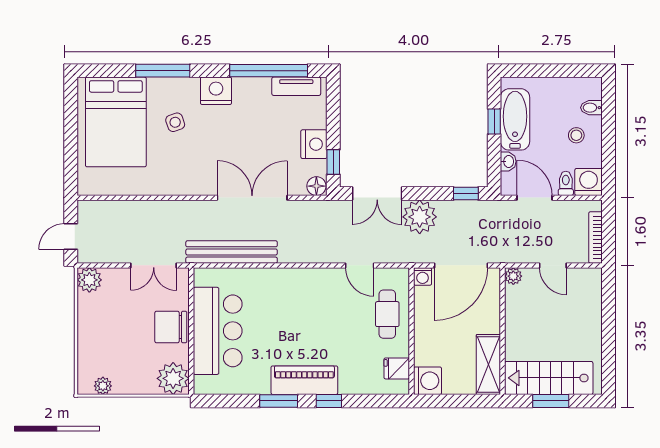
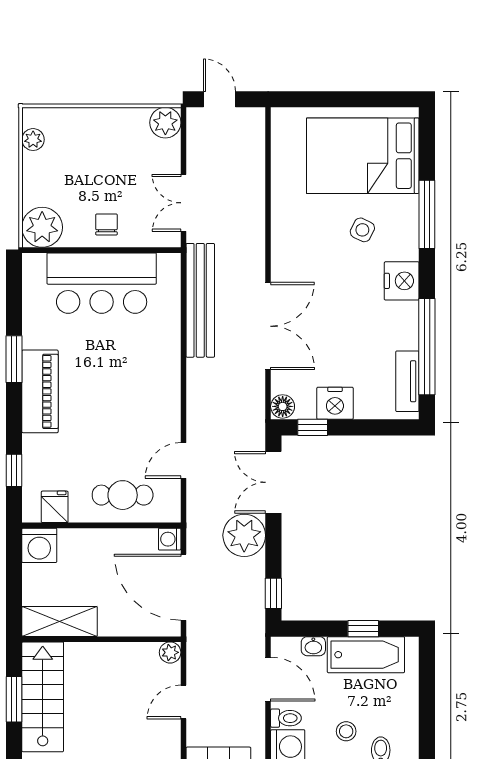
side table: (175, 122) -> (362, 230), turned 45
door: (535, 198) -> (268, 679), hinge flipped
chair: (171, 327) -> (106, 224), width x0.54, depth x0.54
window: (329, 401) -> (14, 470), moved

